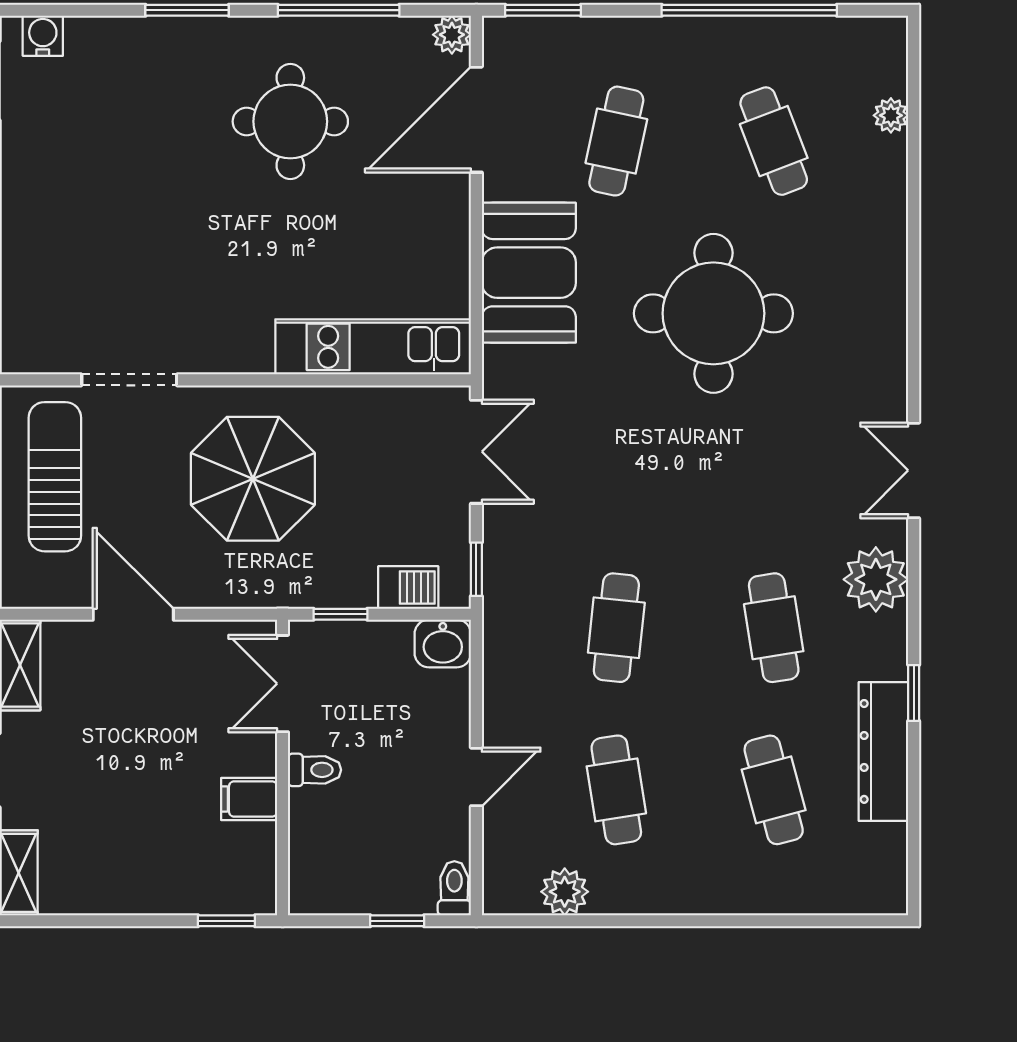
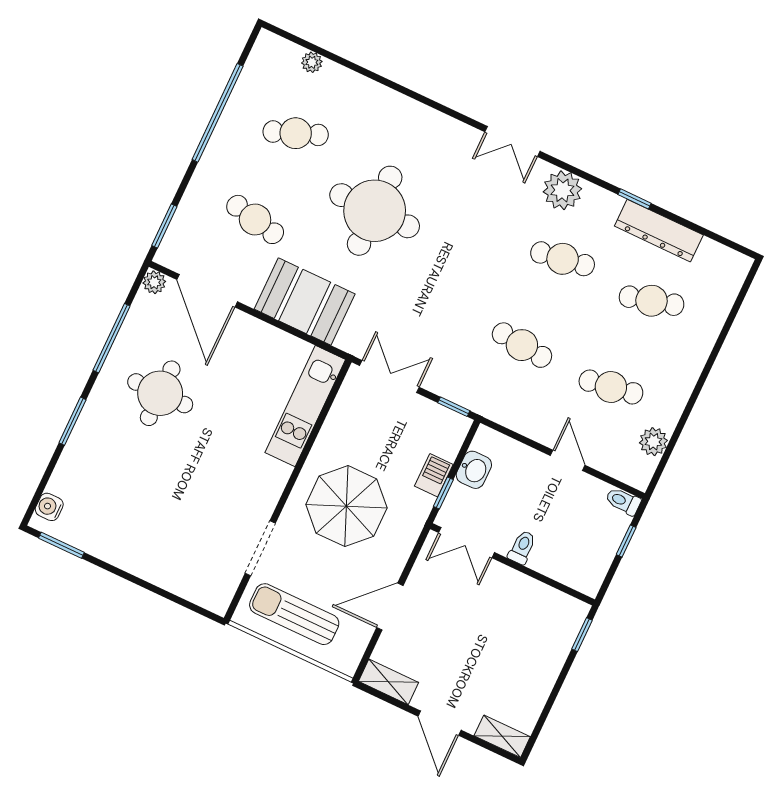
barbecue: (408, 588) -> (434, 475), moved
washbasin: (443, 644) -> (474, 470), moved
filing cabinet: (249, 799) -> (521, 591), removed

